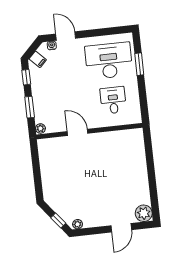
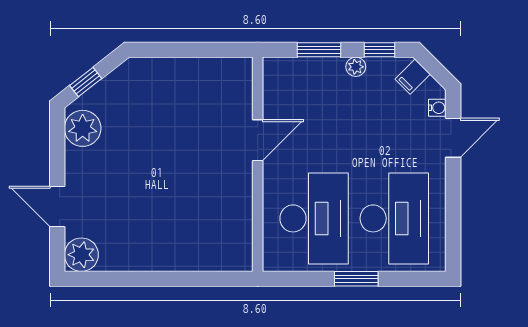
window: (139, 64) -> (356, 279), moved
desk: (113, 100) -> (314, 218), width x1.87, depth x1.30
plant: (40, 128) -> (356, 67), moved
plant: (78, 224) -> (83, 128), width x1.88, depth x1.88

